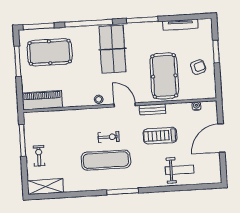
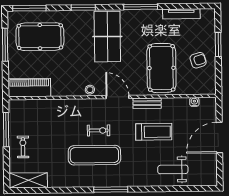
window: (89, 23) -> (83, 8), width x0.47
treadmill: (160, 136) -> (154, 132), turned 180
weight bench: (180, 170) -> (173, 169), turned 180

